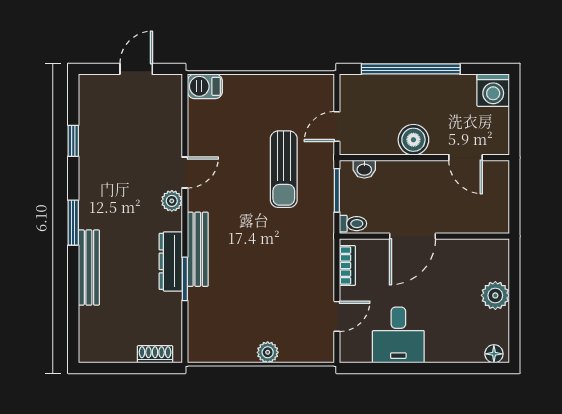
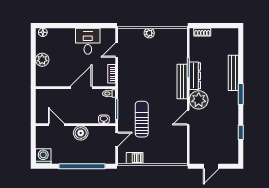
barbecue: (205, 86) -> (135, 158), moved
plant: (172, 201) -> (199, 100), width x1.88, depth x1.88

